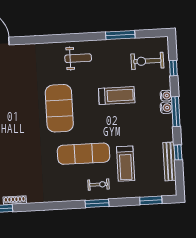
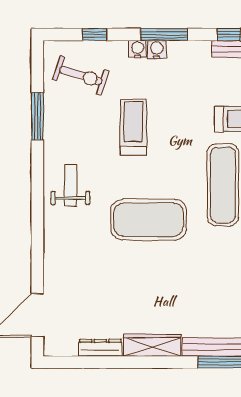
exercise bike: (147, 61) -> (81, 75), turned -72

